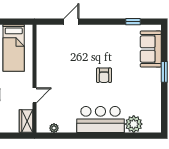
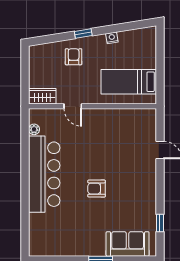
bar counter: (100, 119) -> (44, 174), width x1.36
plant: (134, 124) -> (39, 224), removed

